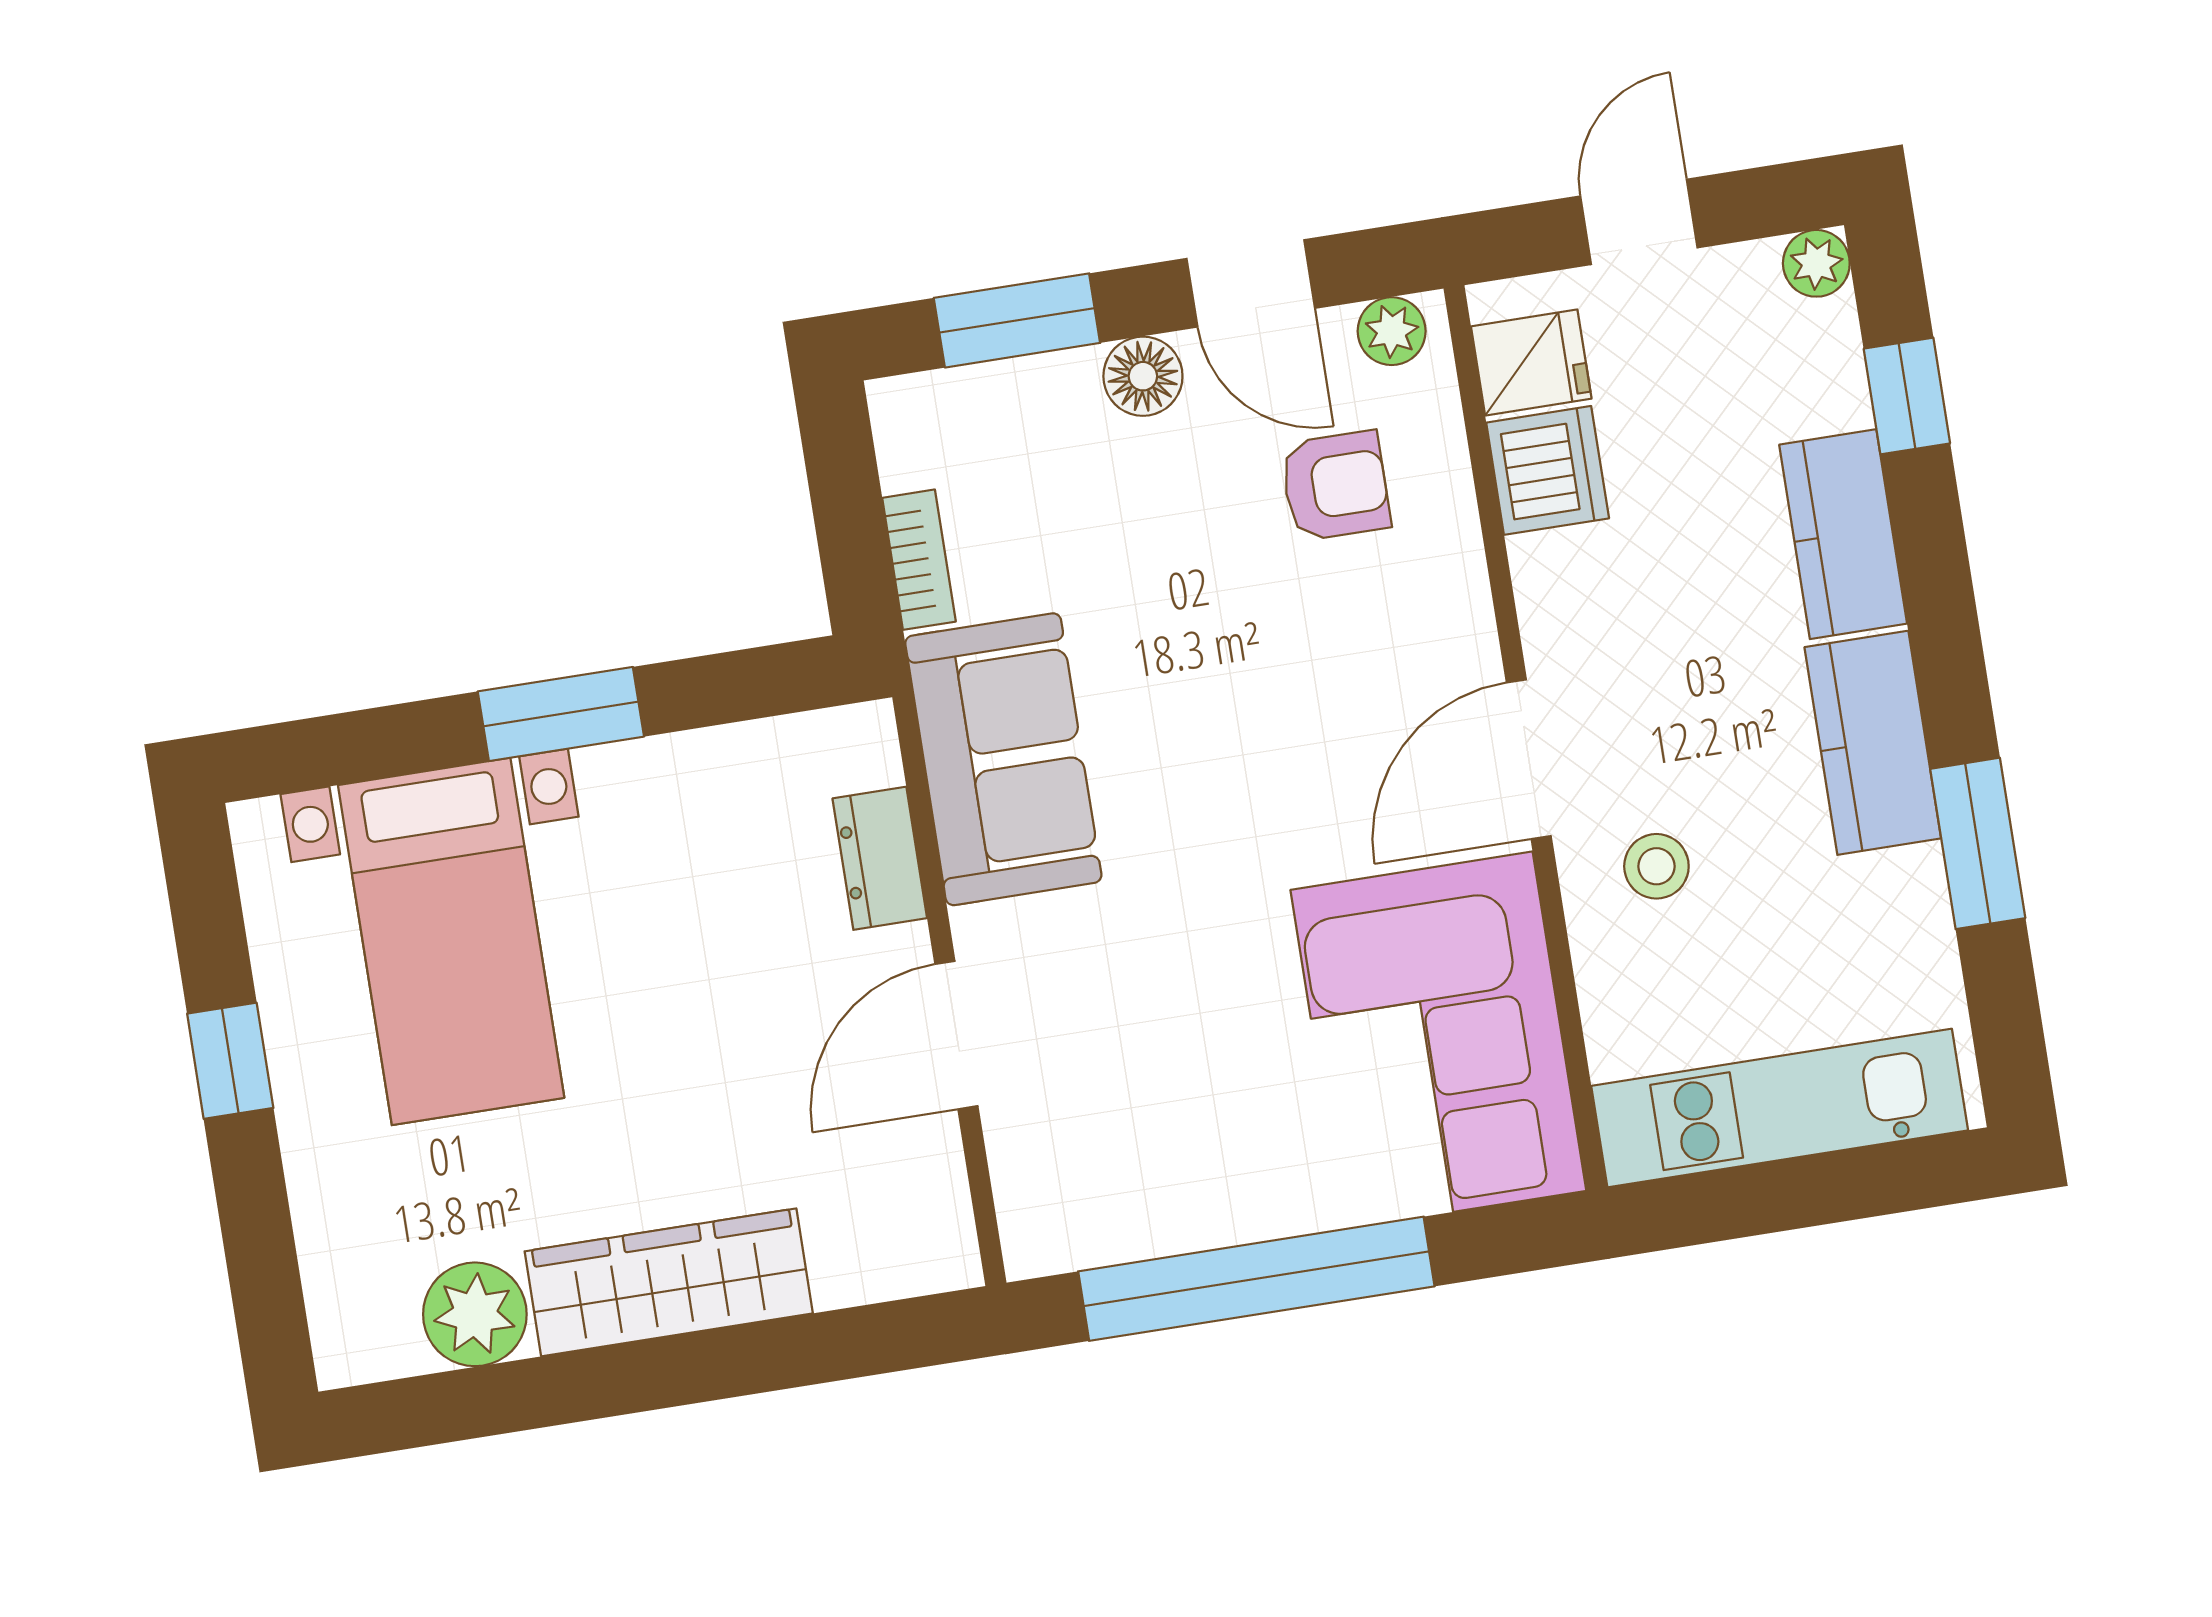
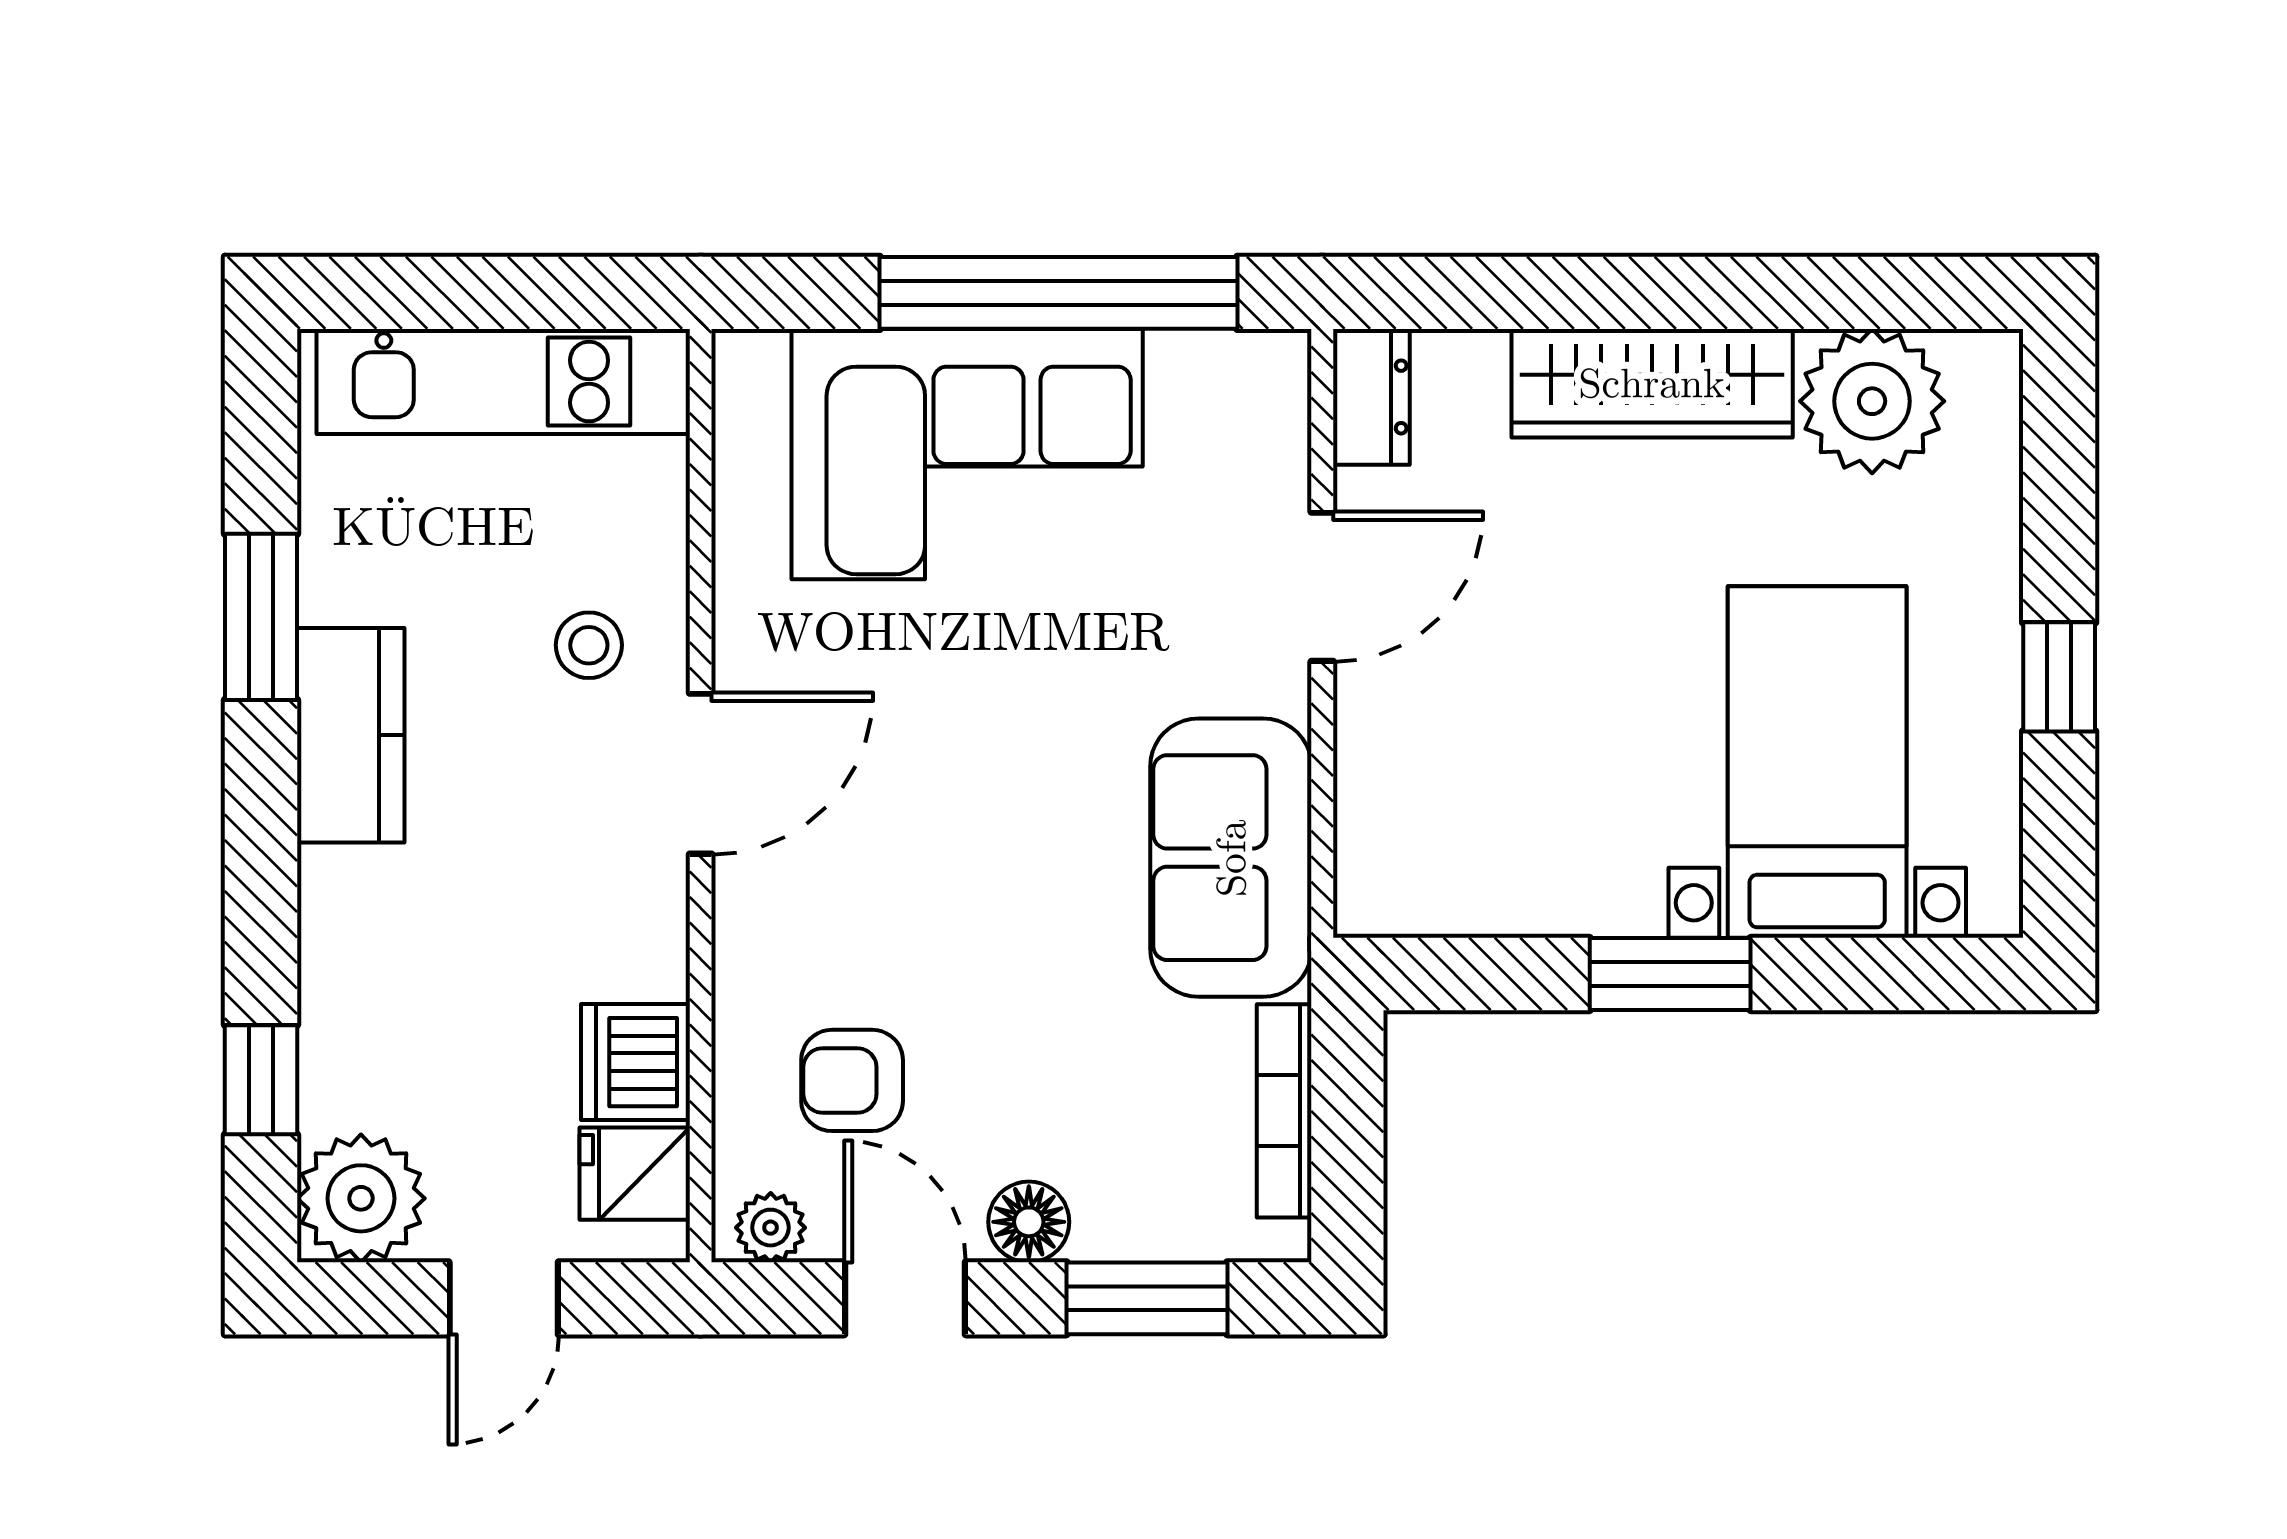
plant: (1816, 263) -> (361, 1198), width x1.88, depth x1.88
kitchen counter: (1843, 534) -> (347, 950), removed
bookcase: (919, 560) -> (1284, 1111), width x1.56
dresser: (880, 858) -> (1371, 397), moved
corner sofa: (1438, 1040) -> (967, 454), moved, turned 90
plant: (475, 1314) -> (1872, 401), width x1.36, depth x1.36

